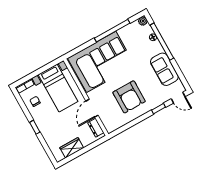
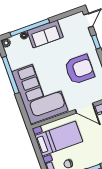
sofa: (164, 69) -> (45, 34), moved

